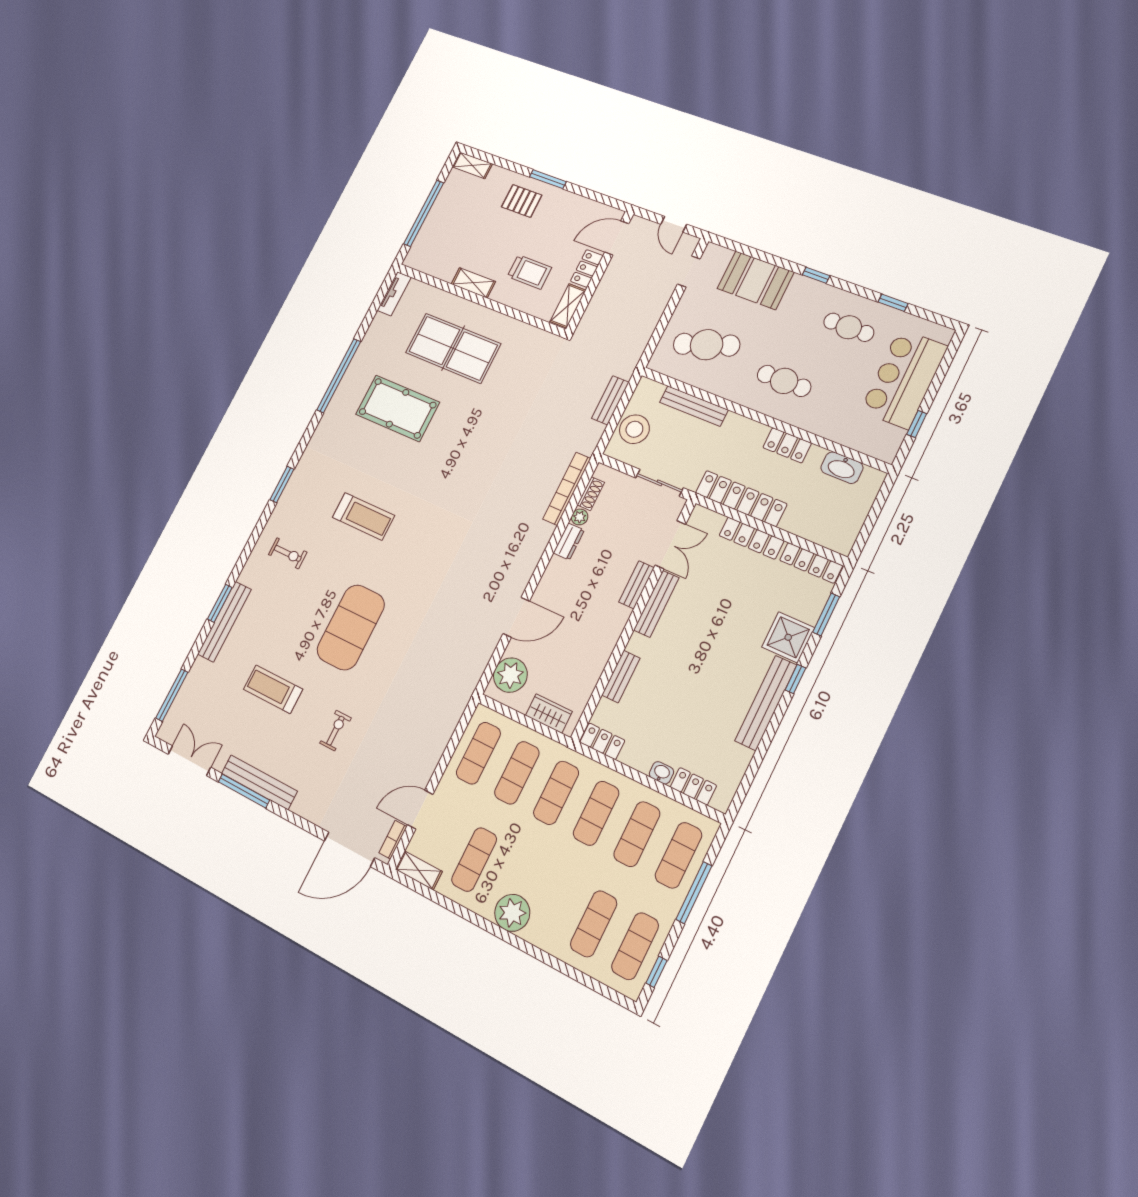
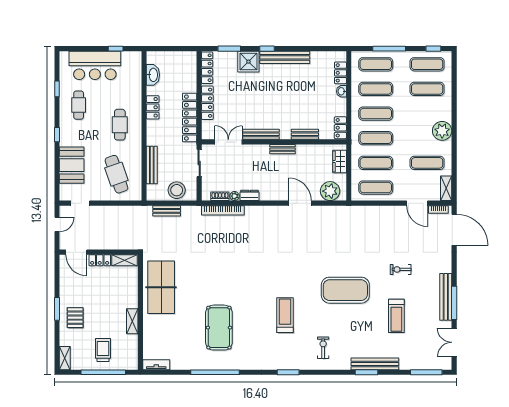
trolley: (529, 272) -> (103, 350), moved
table tennis table: (453, 348) -> (161, 287), moved
bench: (636, 585) -> (282, 149), moved

